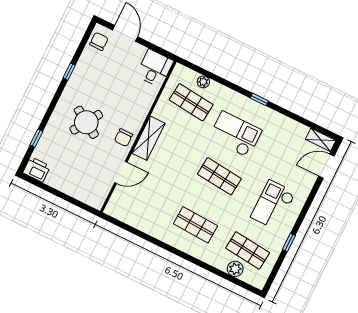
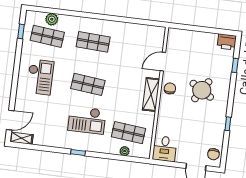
window: (289, 243) -> (21, 31), moved

